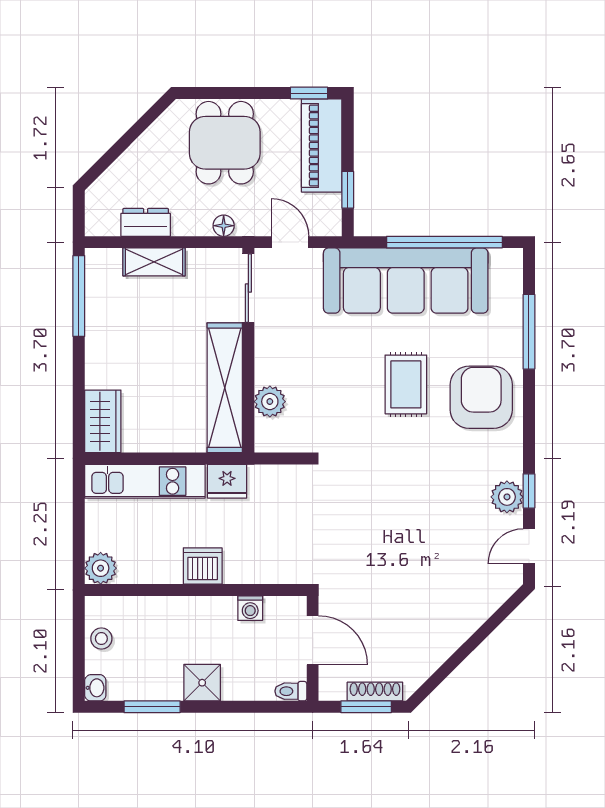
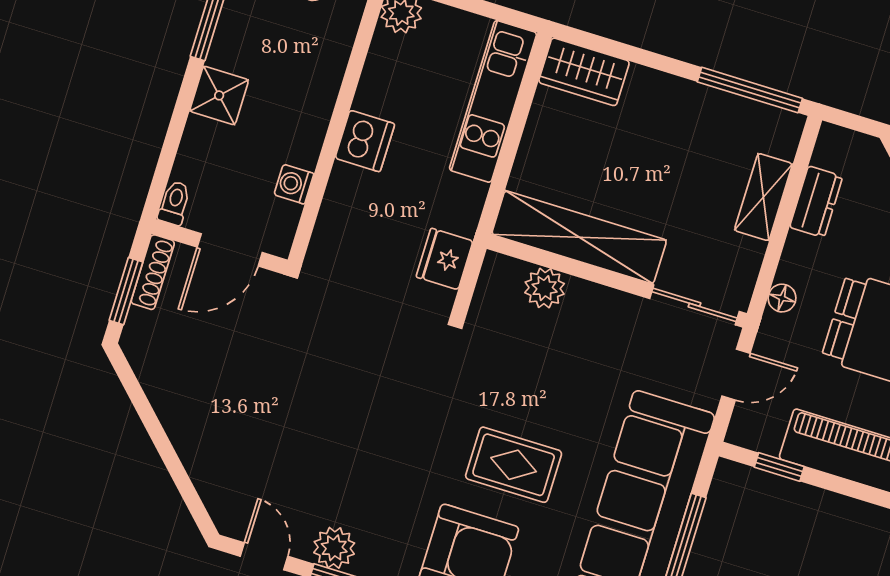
fridge: (227, 481) -> (445, 259), moved
shoe rack: (375, 692) -> (153, 272), moved

